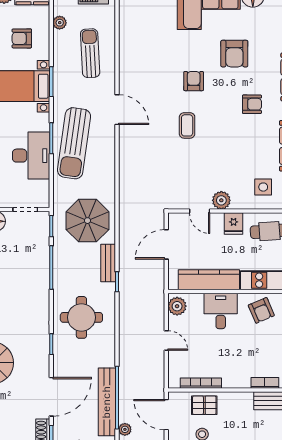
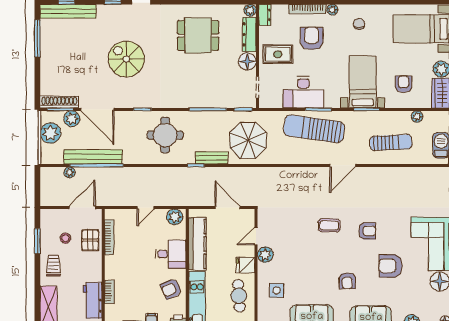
plant: (62, 427) -> (72, 119), added

